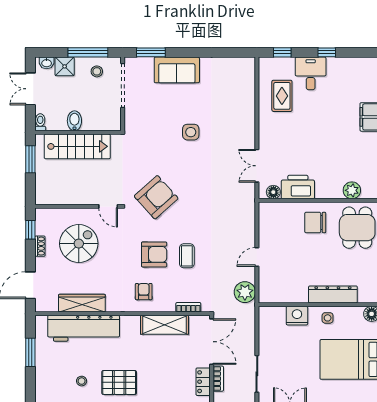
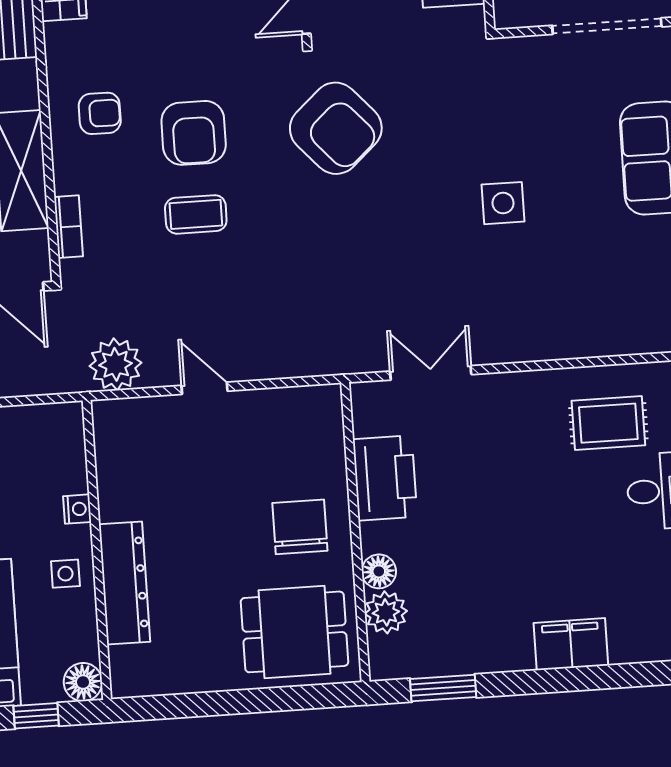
floor lamp: (273, 192) -> (379, 571), moved
nightstand: (297, 316) -> (77, 509), width x0.53, depth x0.56

